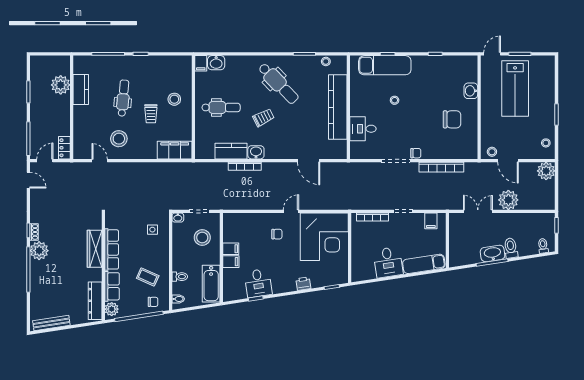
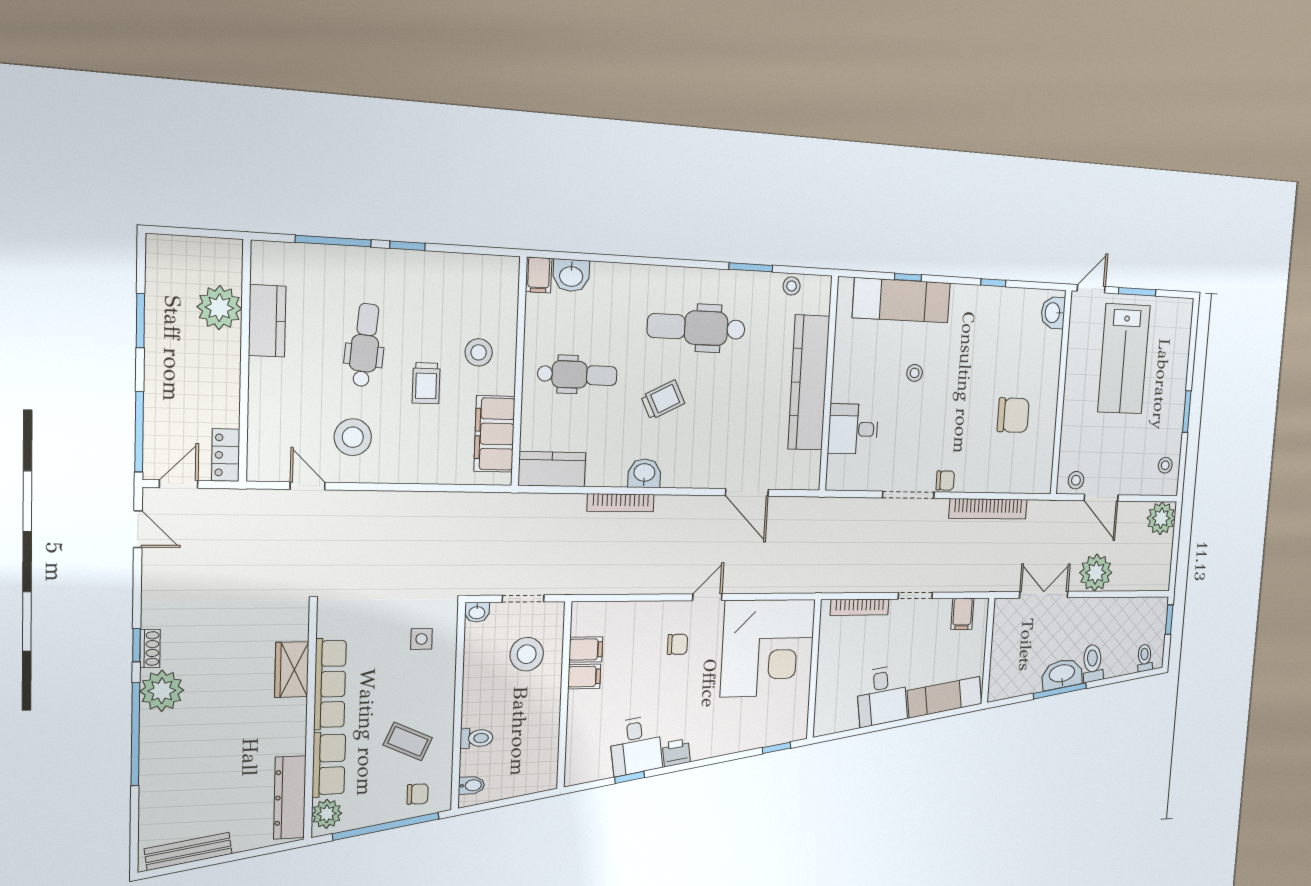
dental chair: (278, 83) -> (696, 328), turned 134
washbasin: (471, 91) -> (1053, 313), moved
filing cabinet: (175, 150) -> (494, 434), moved, turned -90
kitchen counter: (231, 151) -> (552, 469), moved
wardrobe: (95, 249) -> (292, 670), width x0.67
filing cabinet: (231, 262) -> (586, 649), moved
bathtub: (211, 284) -> (541, 751), removed
printer: (303, 284) -> (676, 753), moved

